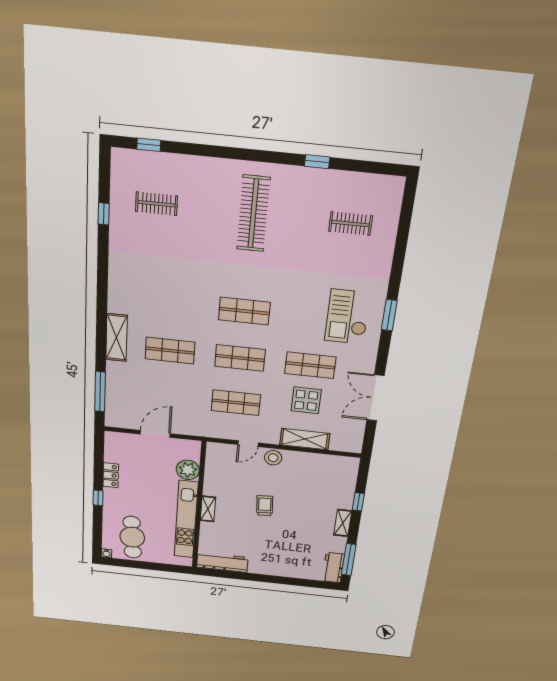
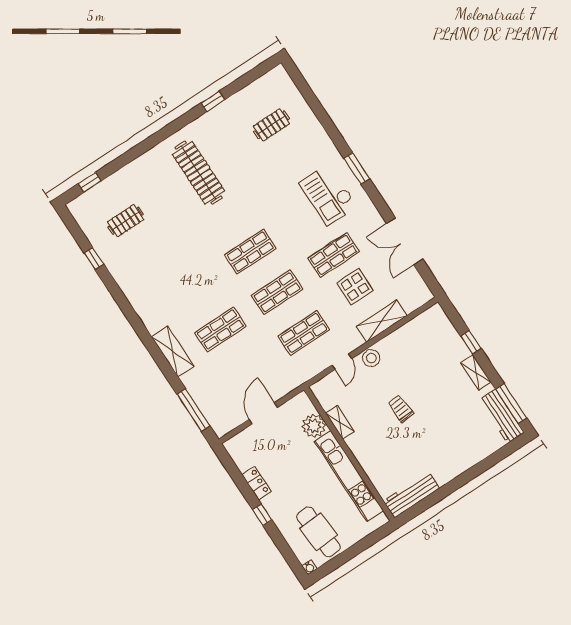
shelving: (208, 509) -> (340, 422), moved
workbench: (333, 568) -> (502, 416), width x1.38

